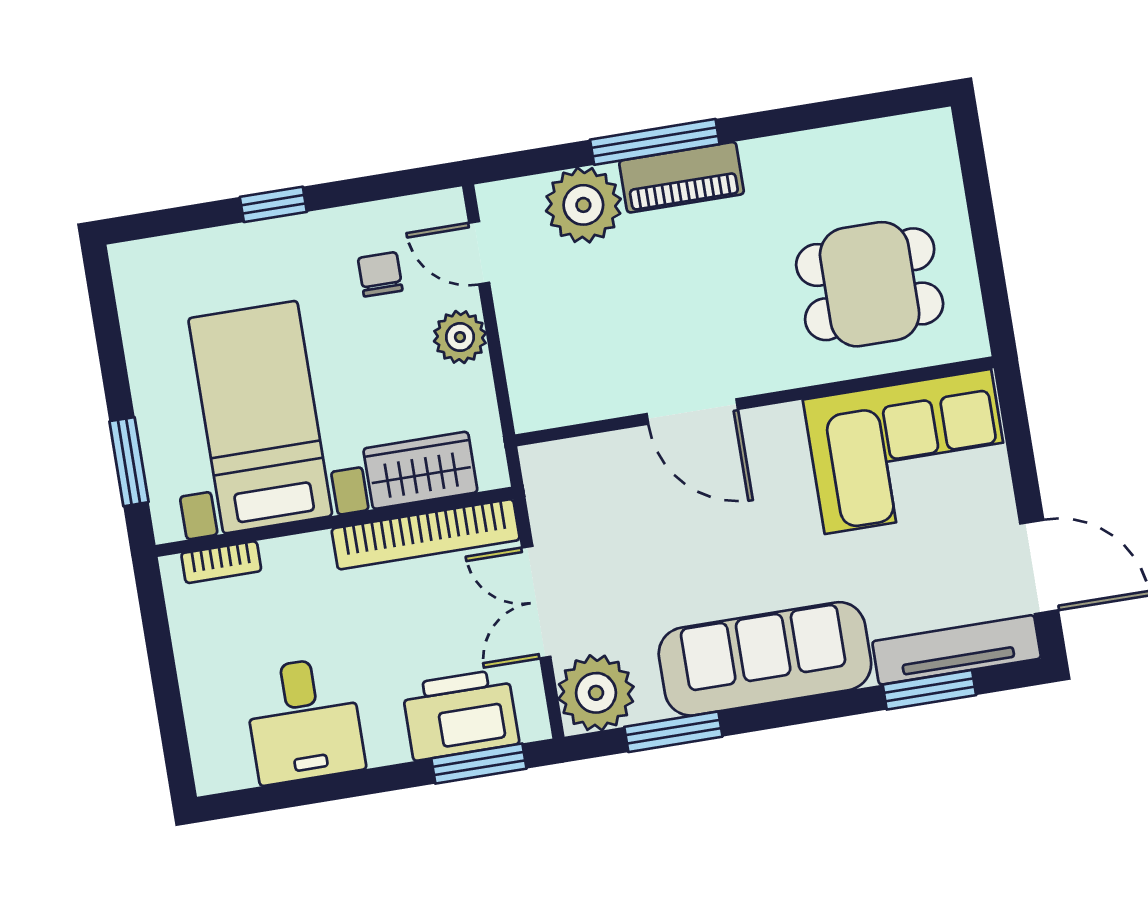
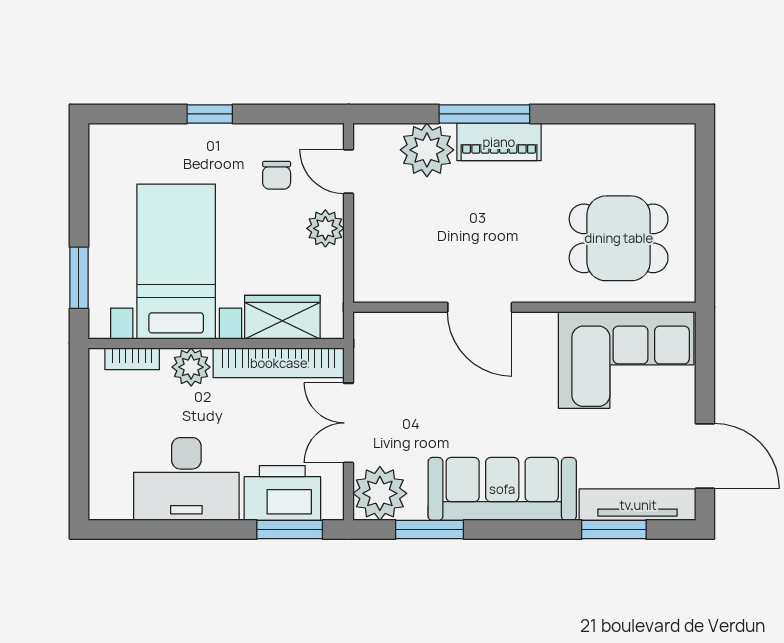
chair: (380, 274) -> (277, 175), turned 180
plant: (305, 560) -> (191, 367), added
desk: (304, 720) -> (186, 479), width x1.37

